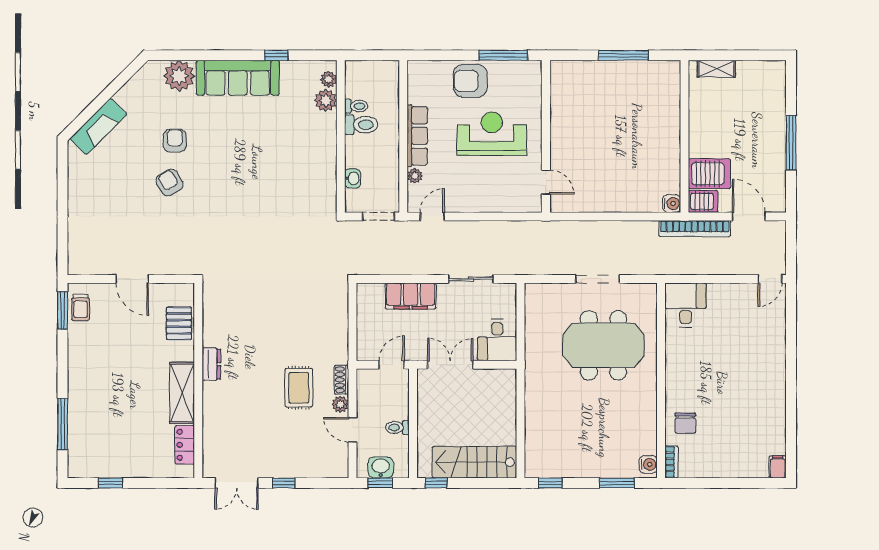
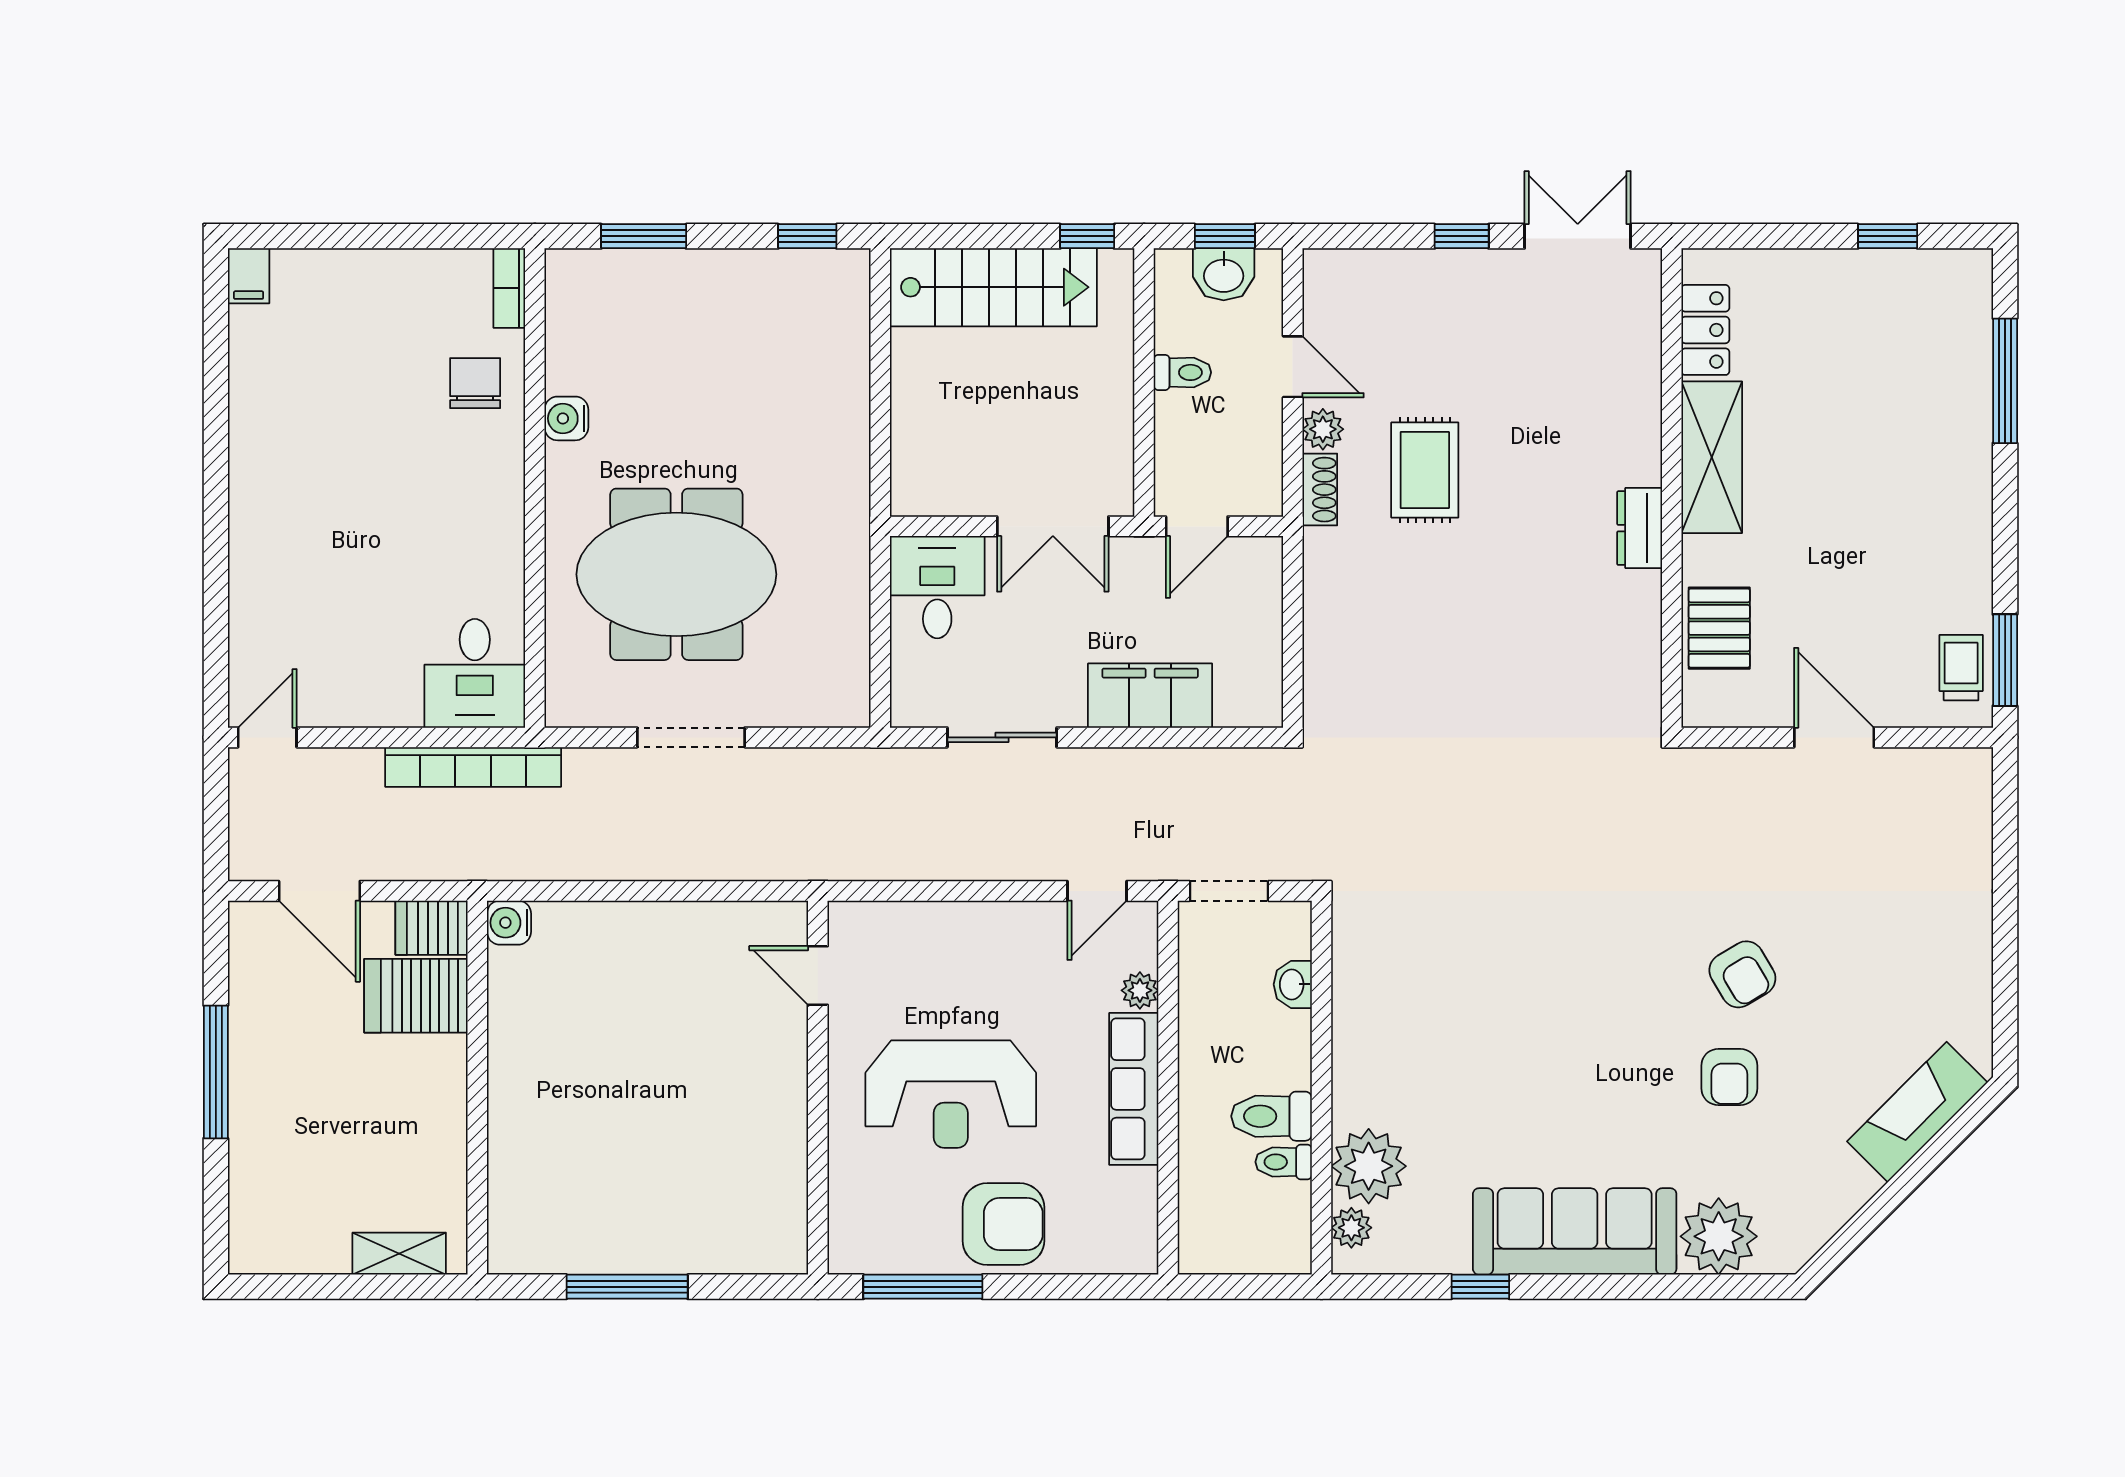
plant: (326, 100) -> (1369, 1166), width x1.36, depth x1.36
bookcase: (695, 228) -> (473, 767), moved, turned 180
water cooler: (648, 464) -> (566, 418), moved

